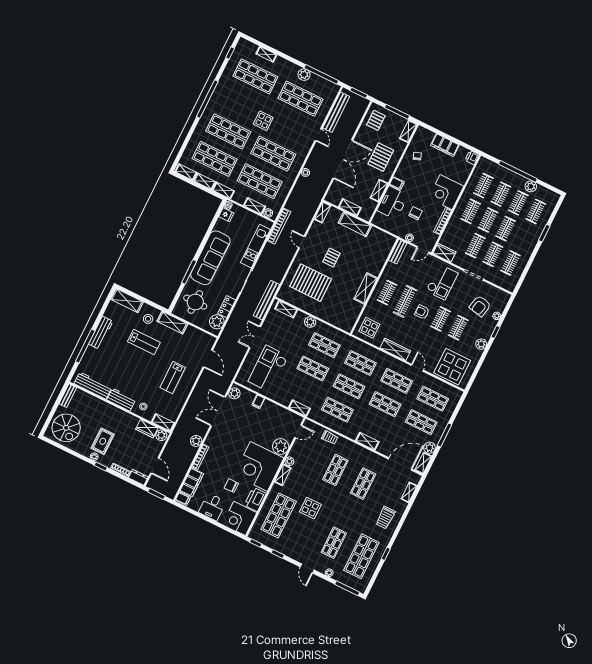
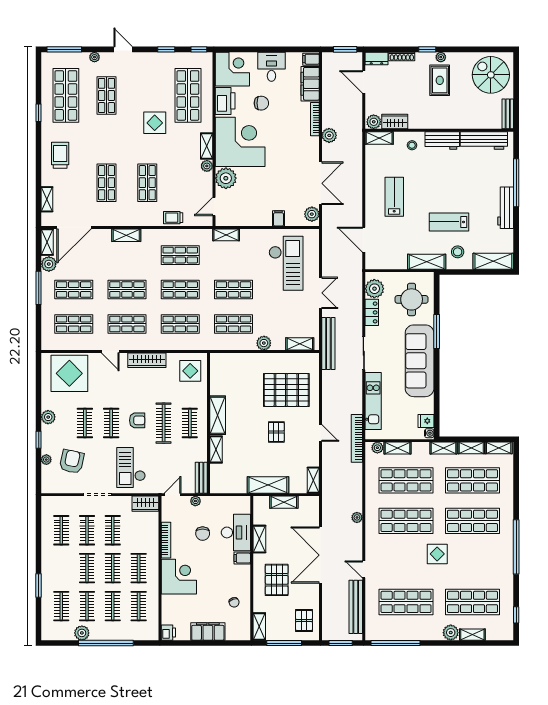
plant: (304, 75) -> (451, 633), moved
shelving: (378, 266) -> (216, 449), added

